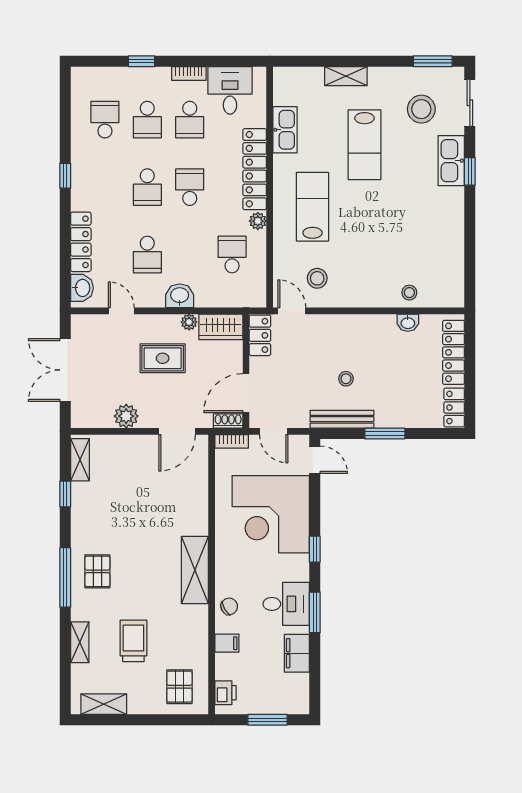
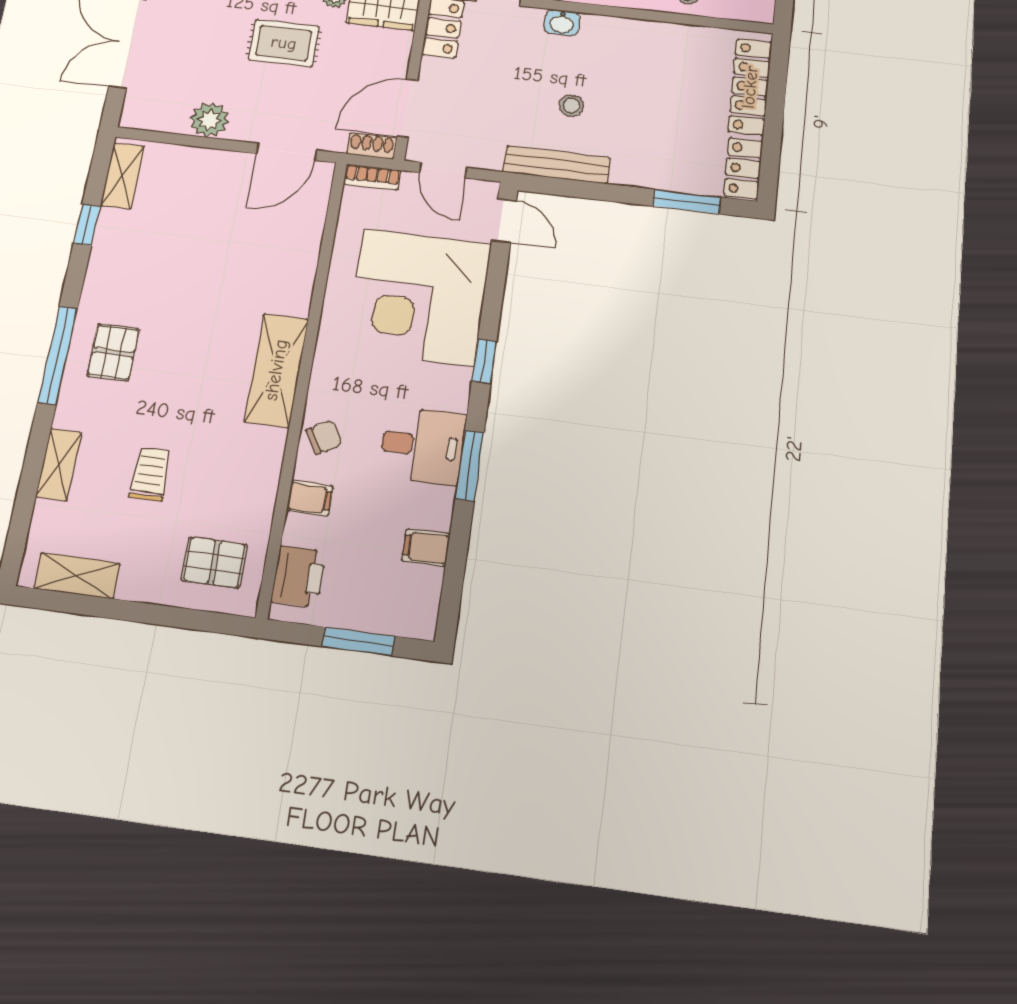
washbasin: (408, 323) -> (562, 23), moved
window: (385, 434) -> (686, 202), moved
trolley: (133, 641) -> (150, 474), width x0.73, depth x0.72
filing cabinet: (297, 653) -> (426, 547), width x0.50
pallet: (179, 687) -> (214, 563), turned 90
printer: (226, 693) -> (298, 577), width x1.36, depth x1.24

